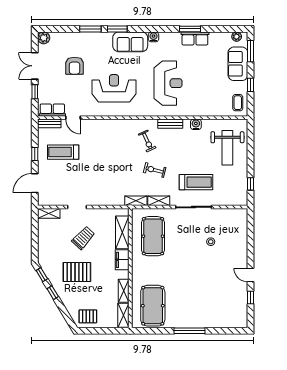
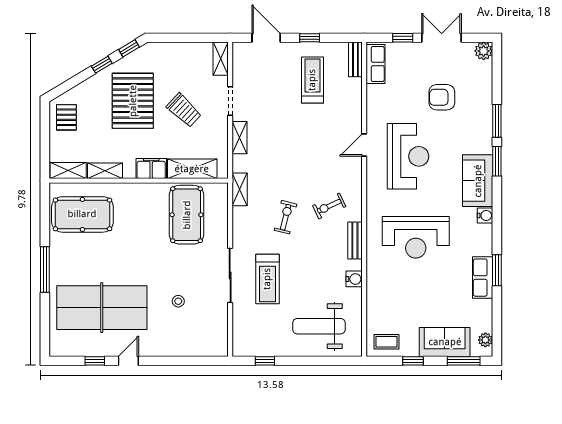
door: (73, 118) -> (364, 145), moved
shelving: (159, 201) -> (240, 138), moved
pool table: (153, 236) -> (187, 215), turned 90
pallet: (77, 272) -> (133, 101), width x1.37, depth x1.41
table tennis table: (215, 293) -> (102, 308), added

